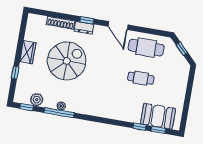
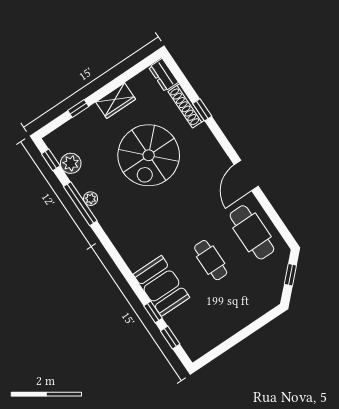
window: (87, 20) -> (202, 110), moved
dresser: (84, 28) -> (164, 75), moved
spiral stairs: (67, 61) -> (149, 155), turned 90
booth: (158, 116) -> (161, 286), moved

